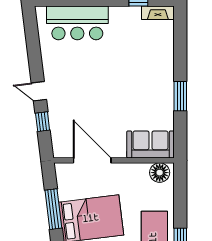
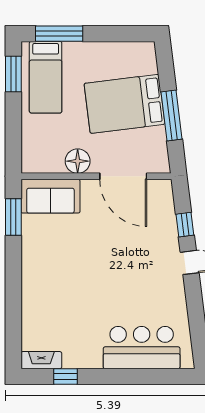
window: (180, 96) -> (13, 217), moved
floor lamp: (160, 173) -> (78, 161), moved

